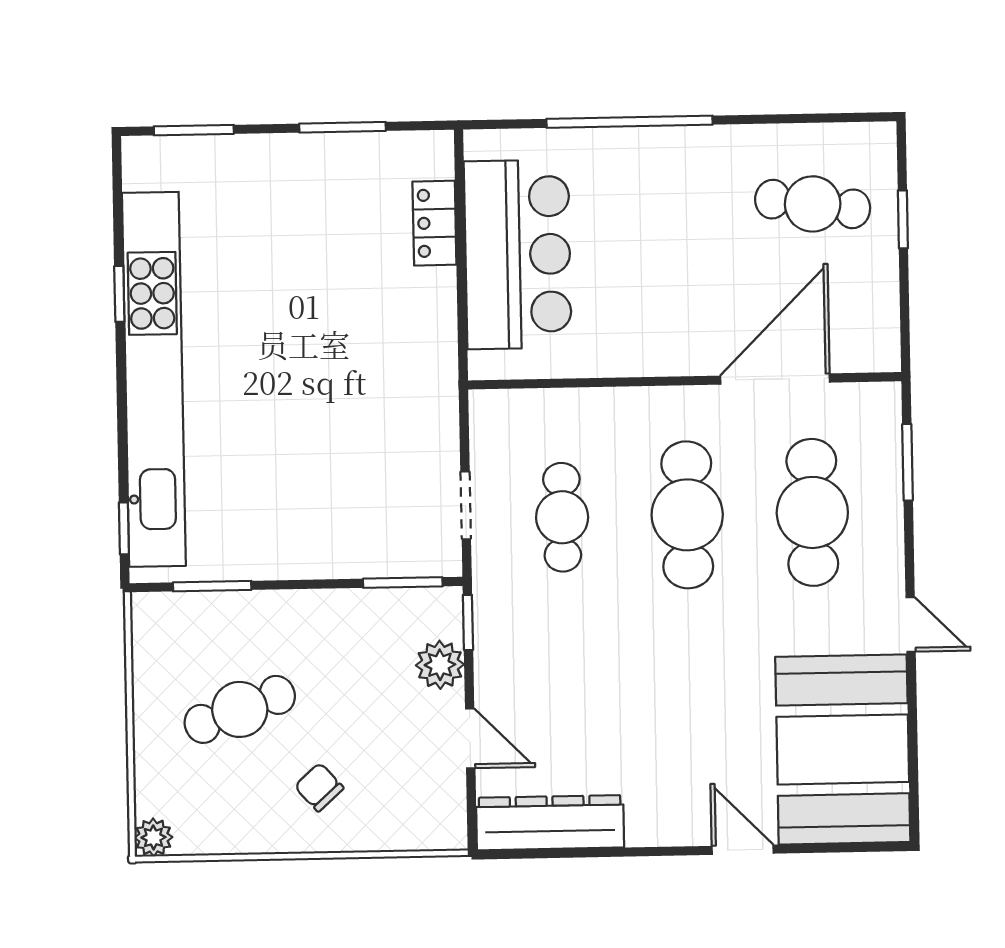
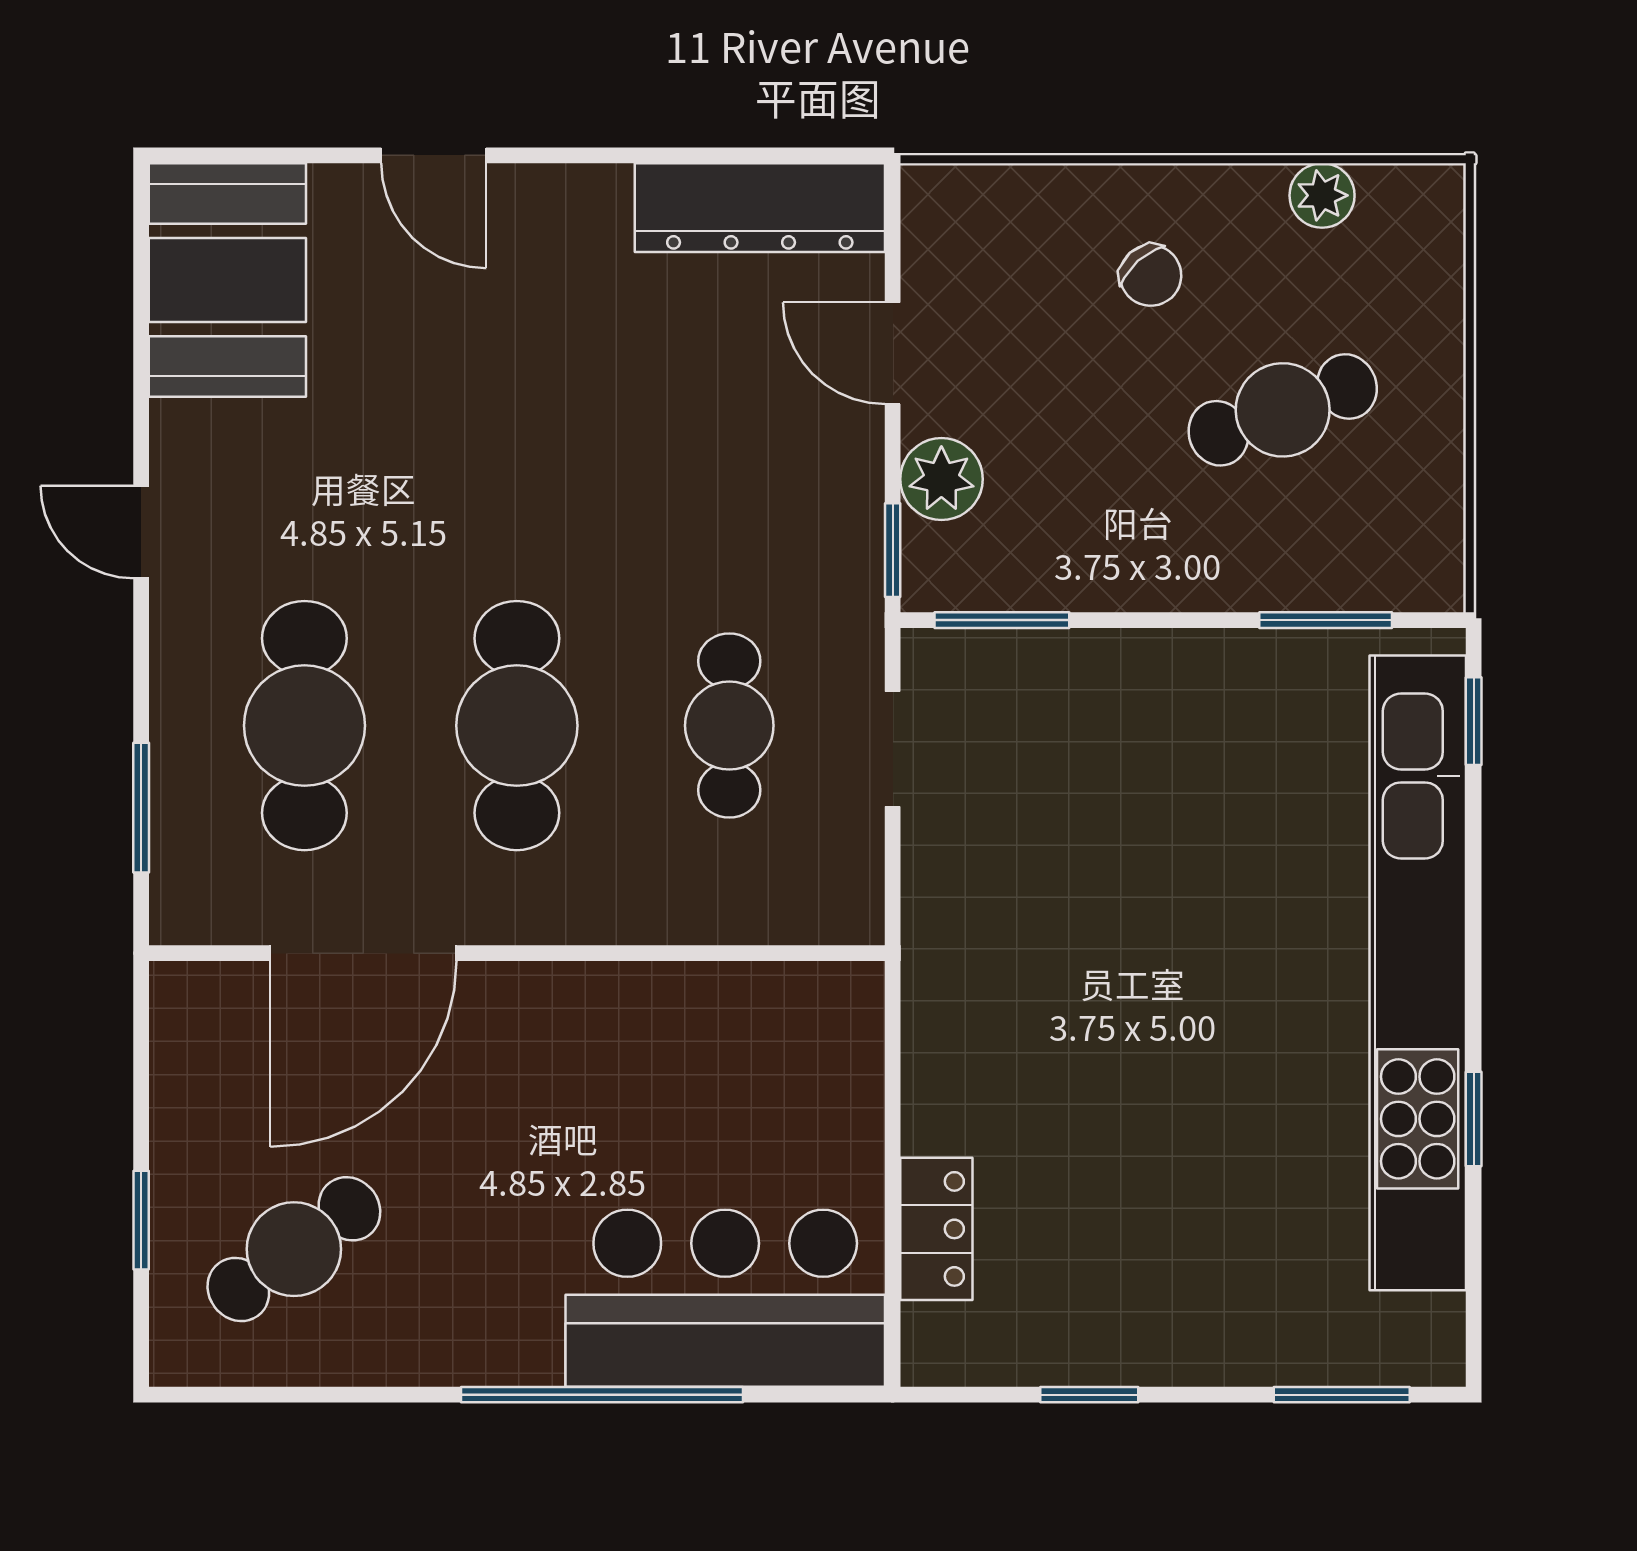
window: (342, 127) -> (1089, 1395), width x0.67
cafe table: (813, 204) -> (294, 1249), turned -44
bar counter: (518, 254) -> (725, 1298), moved, turned 90
booth: (843, 749) -> (227, 280), width x0.73, depth x0.70
plant: (153, 837) -> (1322, 195), moved

